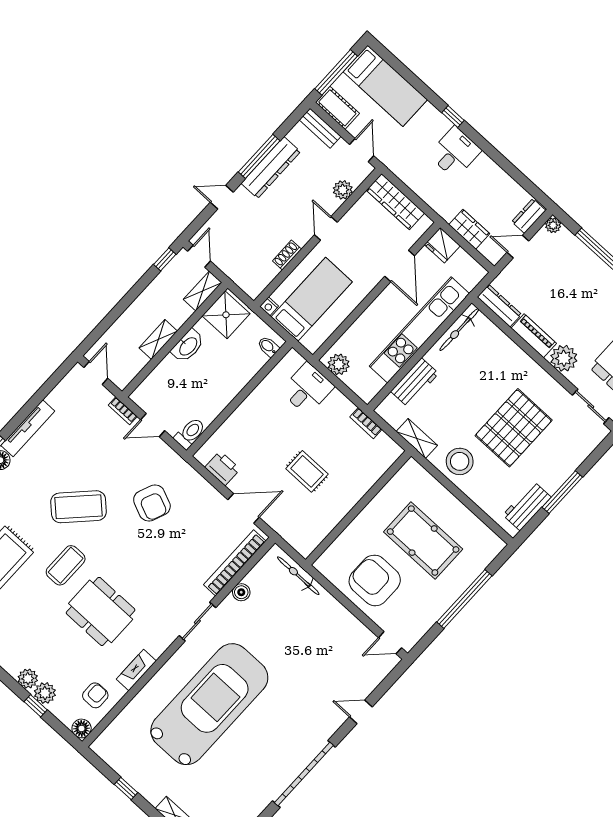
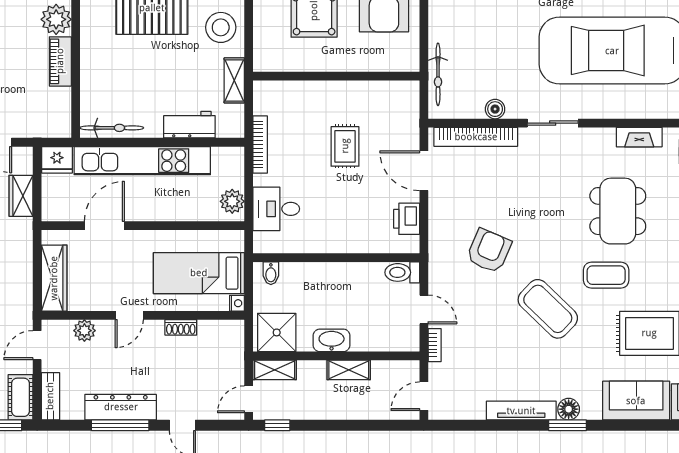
fridge: (442, 245) -> (57, 160), moved, turned 90
dresser: (499, 306) -> (61, 113), removed
bookcase: (366, 423) -> (260, 145), width x1.56

